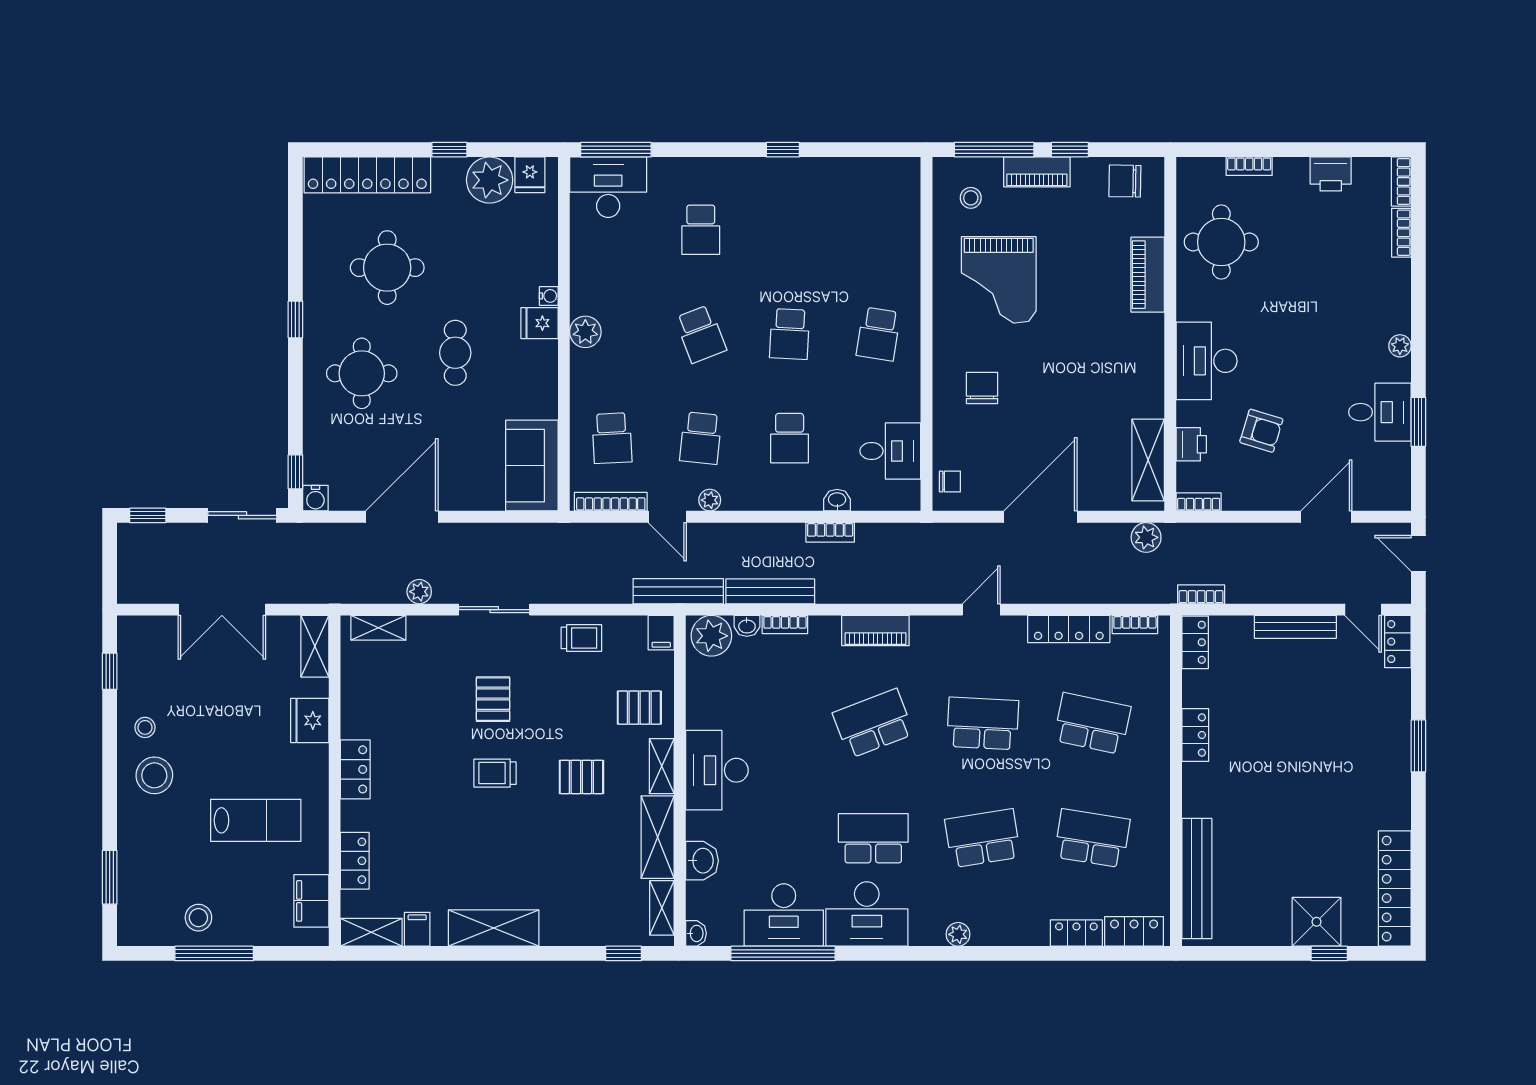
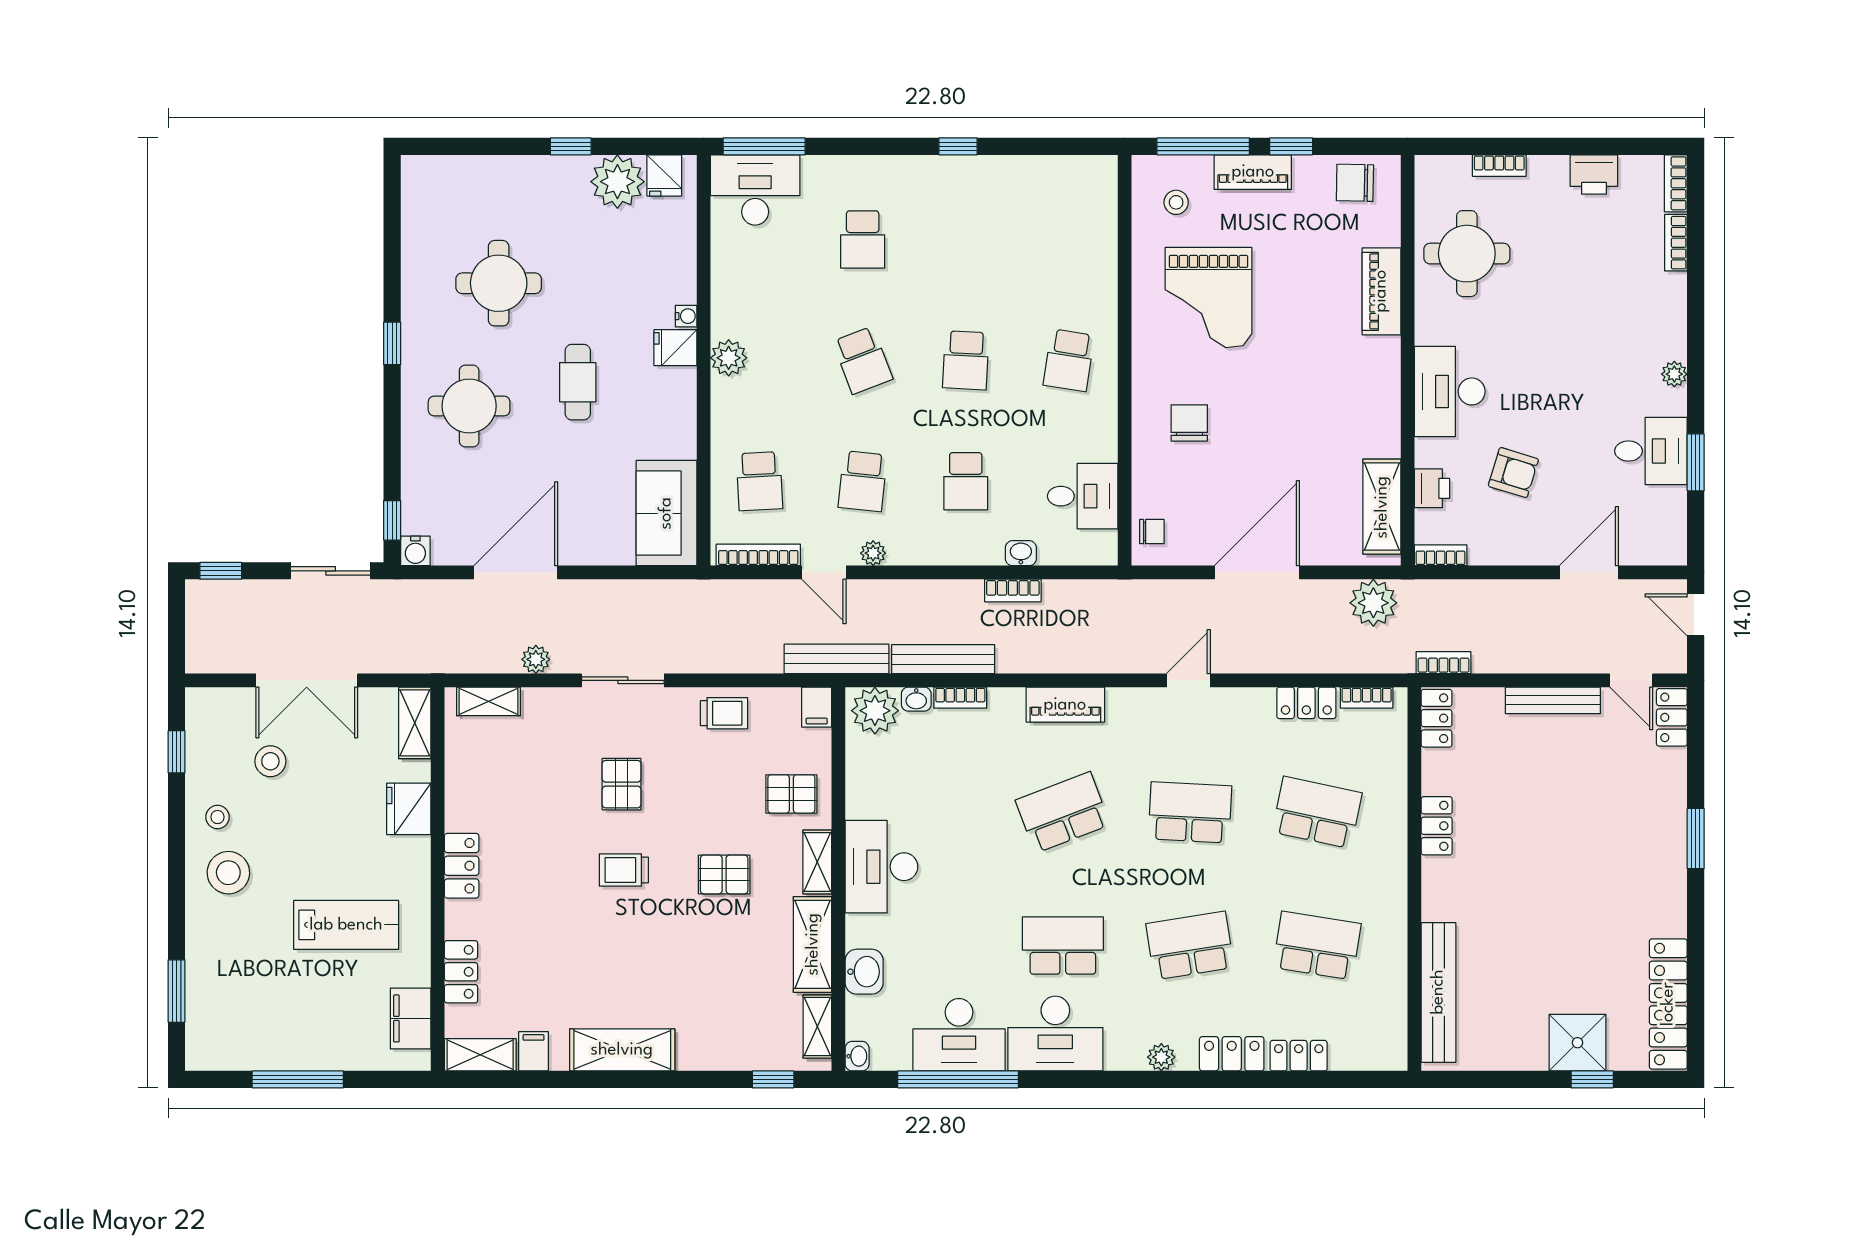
locker: (367, 175) -> (476, 176), removed
plant: (1146, 537) -> (1373, 603), width x1.36, depth x1.36
locker: (1069, 629) -> (1306, 703), width x0.66
stool: (198, 918) -> (270, 761), moved
locker: (1134, 931) -> (1232, 1054), moved

